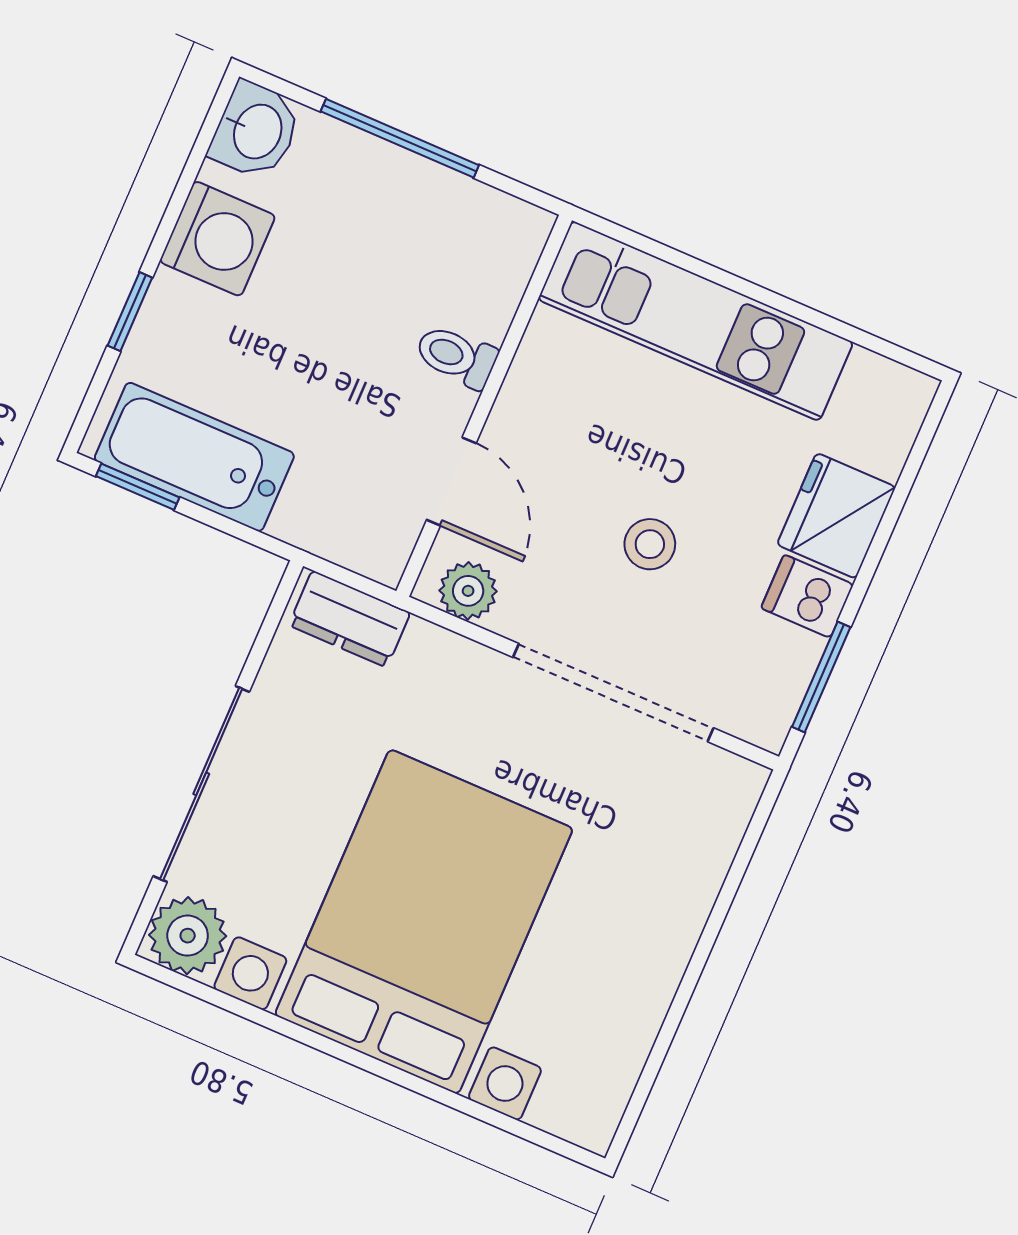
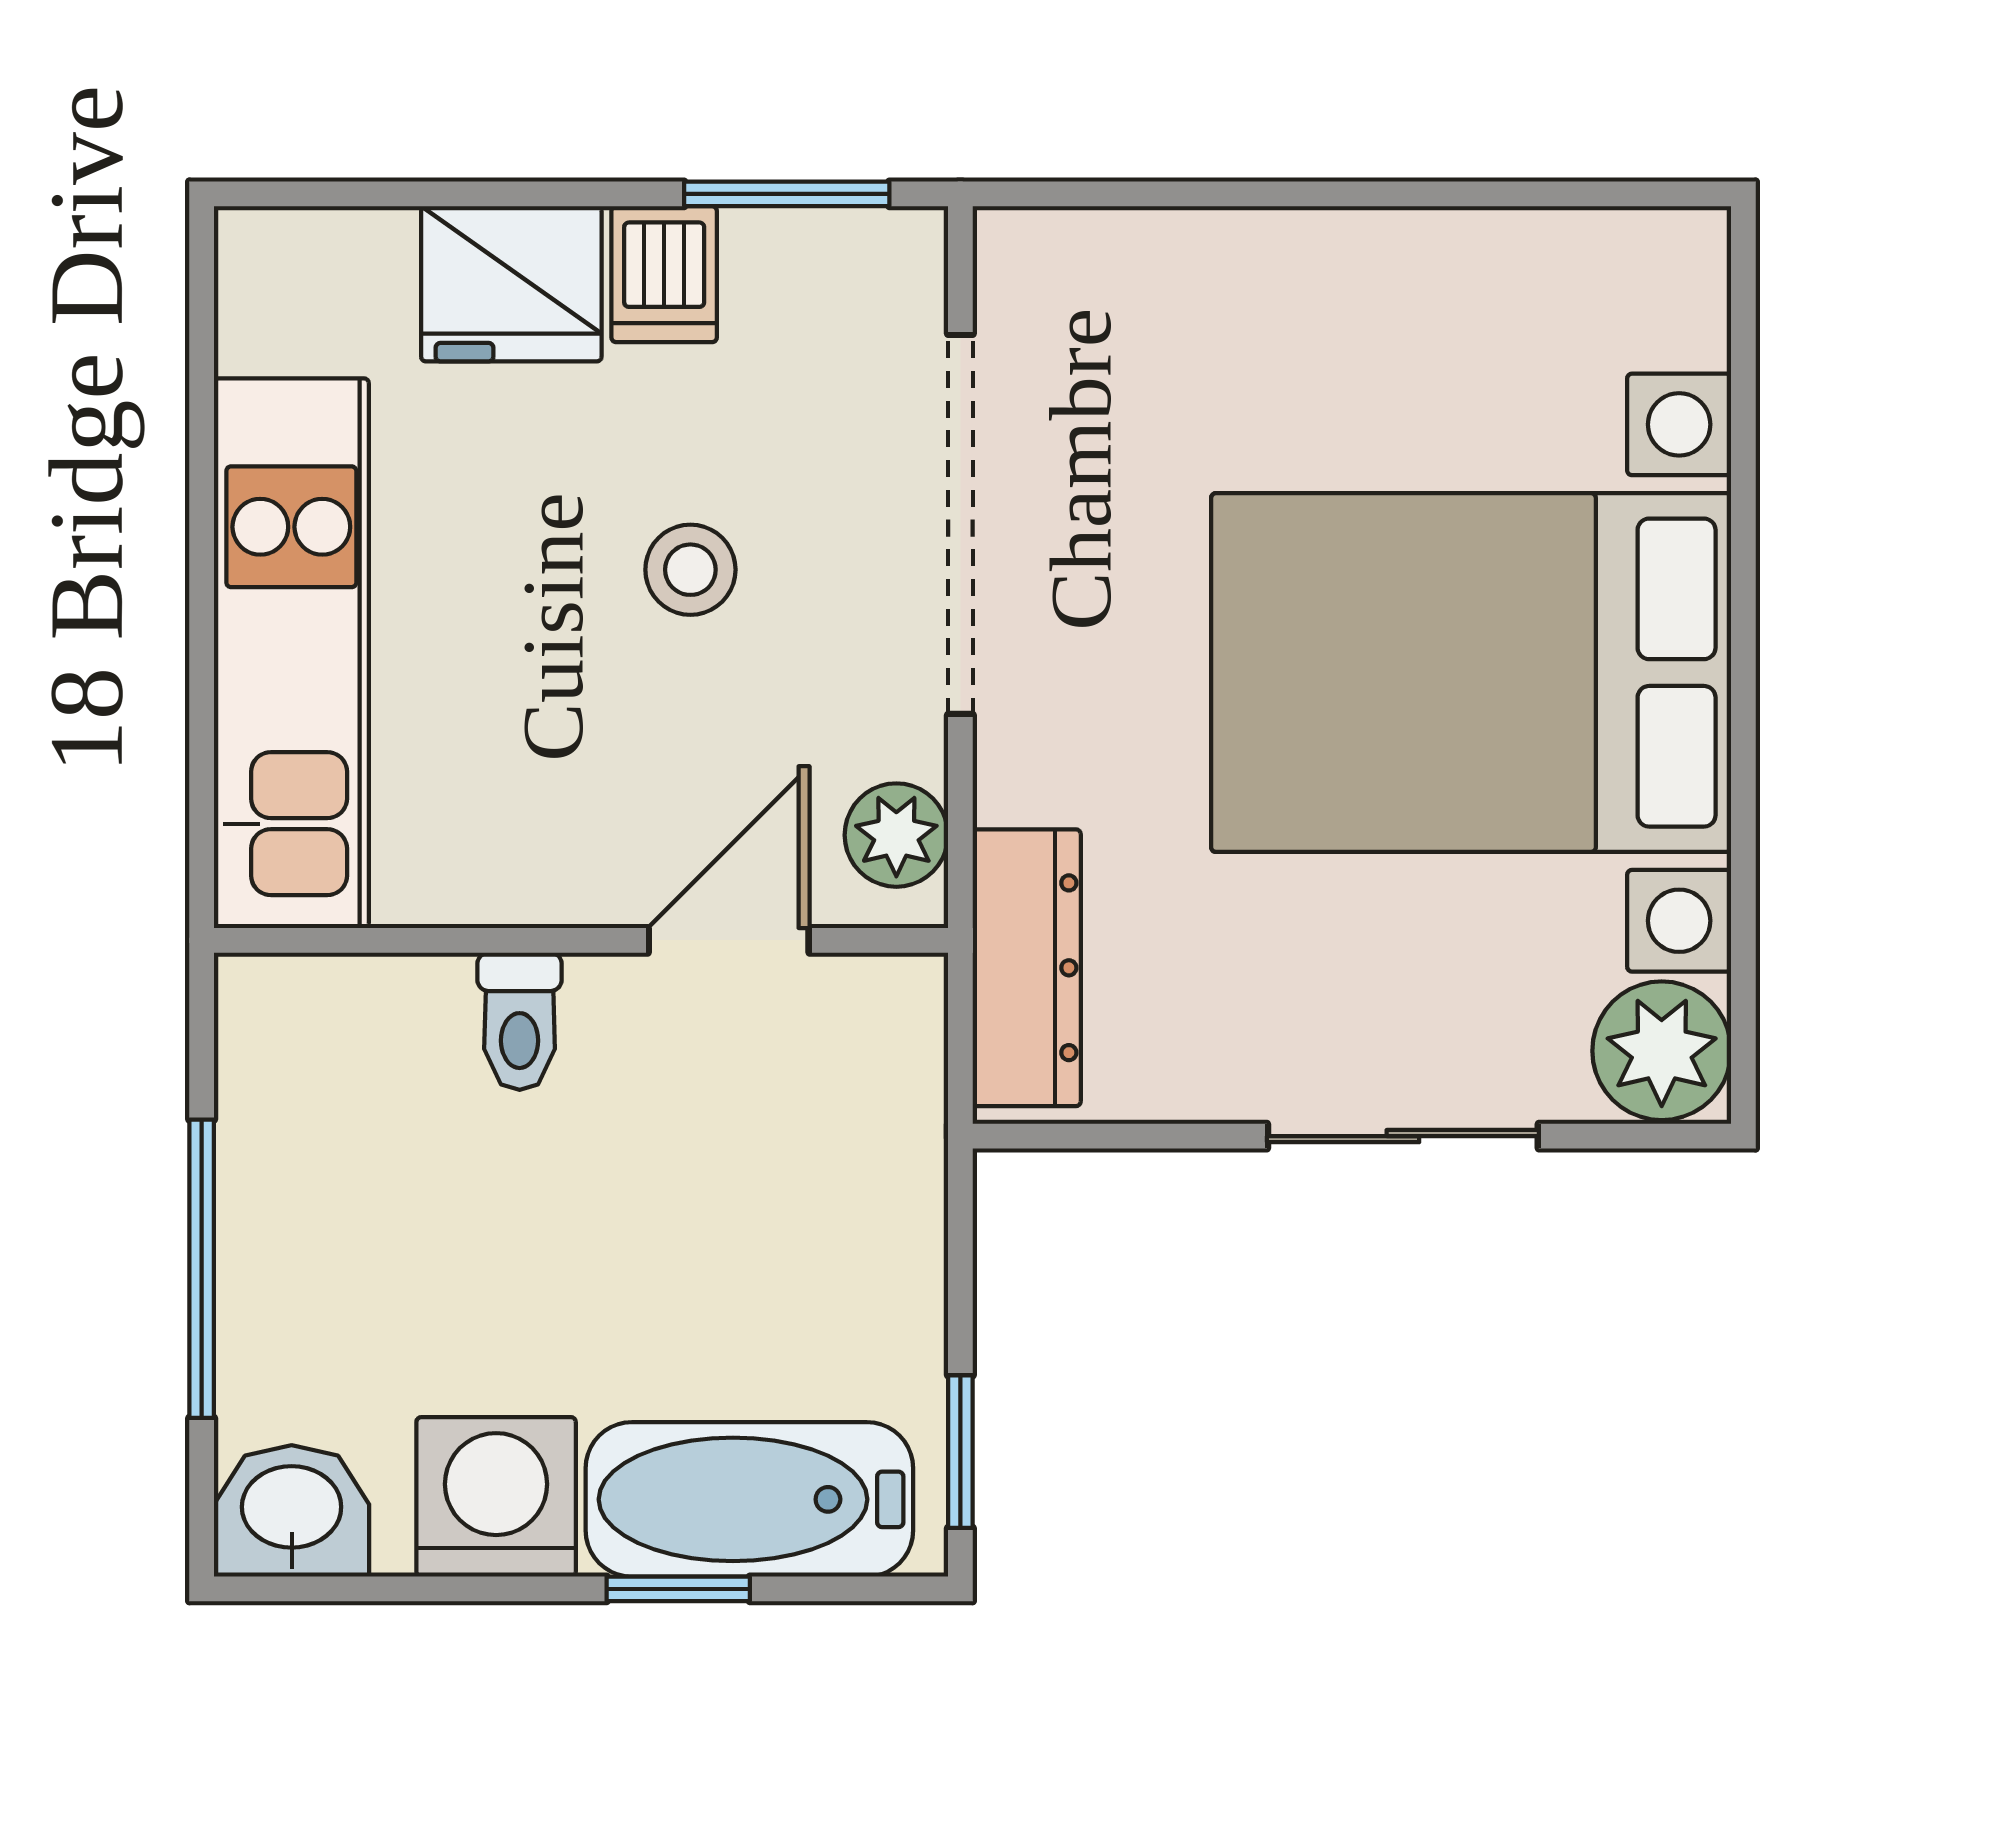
bathtub: (194, 457) -> (749, 1499), moved, turned 90
dresser: (349, 619) -> (1027, 968), width x1.44
sliding door: (201, 784) -> (1403, 1136), width x0.73

